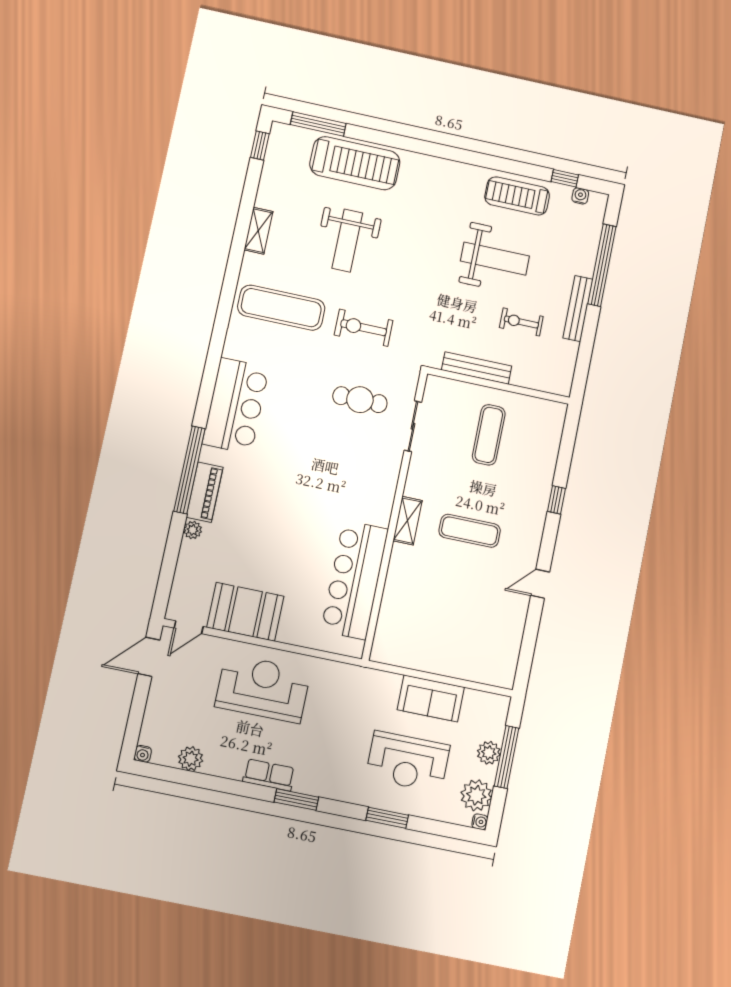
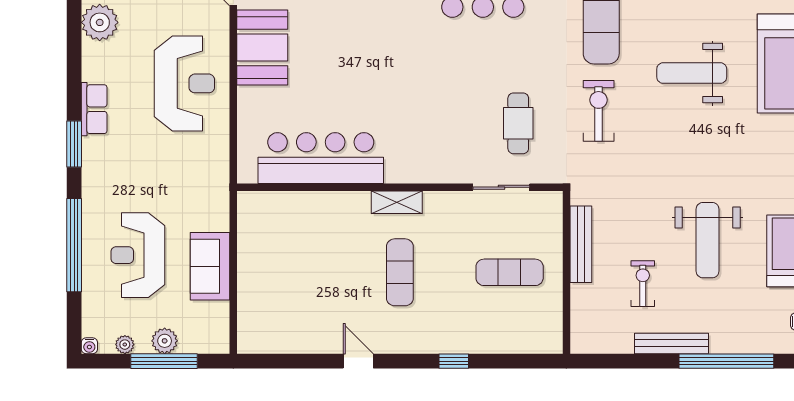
plant: (191, 759) -> (100, 22), width x1.36, depth x1.36
plant: (476, 795) -> (125, 345), width x0.53, depth x0.53
window: (387, 818) -> (74, 245), width x2.11

